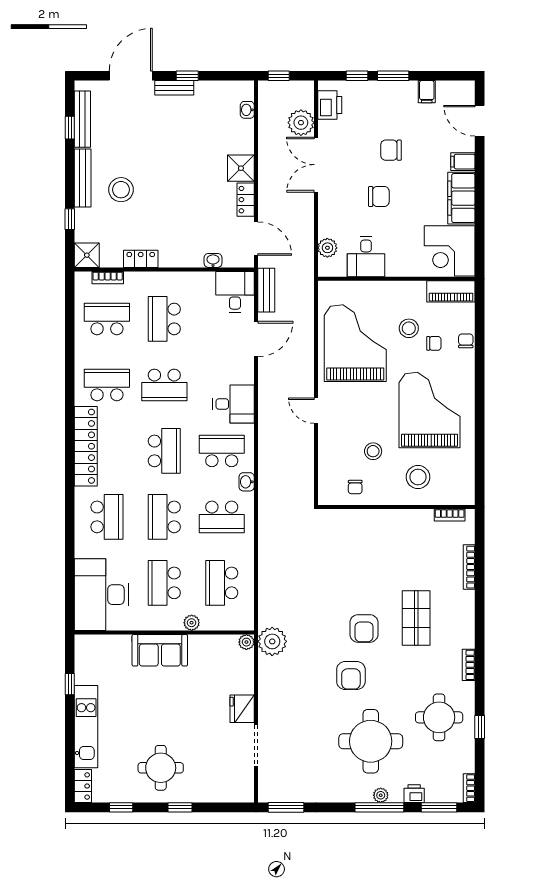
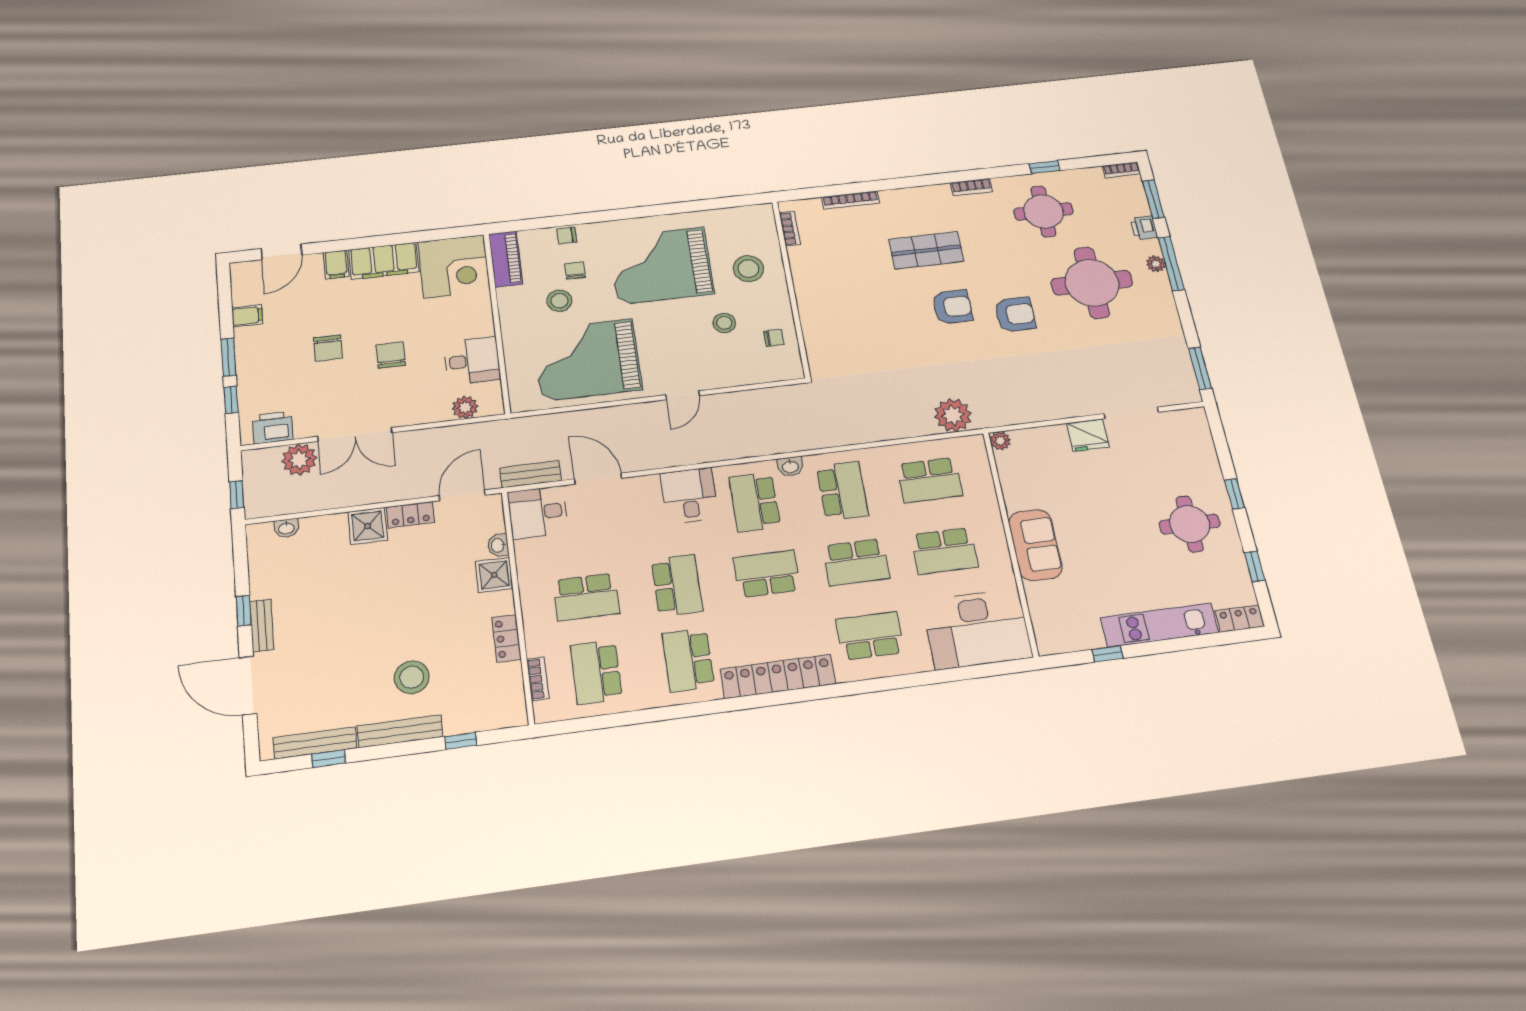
shower: (87, 255) -> (494, 575), moved
plant: (192, 623) -> (990, 510), removed
plant: (272, 641) -> (953, 415), moved

